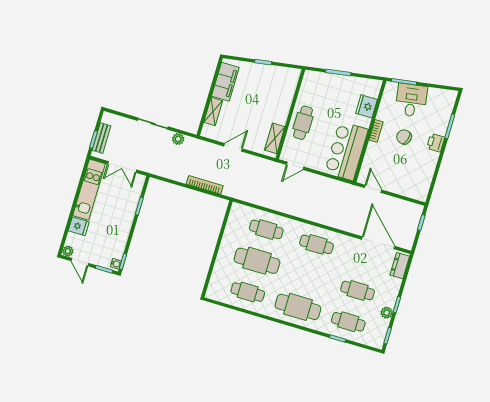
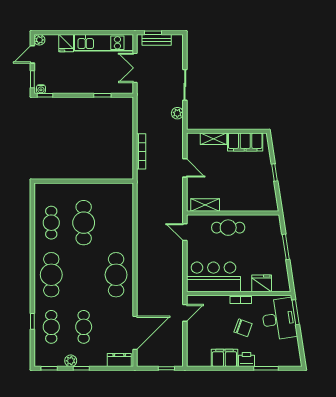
desk: (411, 100) -> (279, 319), width x1.37
chair: (404, 137) -> (243, 328), turned 93
filing cabinet: (428, 163) -> (224, 358), added
cafe table: (266, 229) -> (116, 223), removed
cafe table: (317, 244) -> (116, 275), width x1.37, depth x1.35

